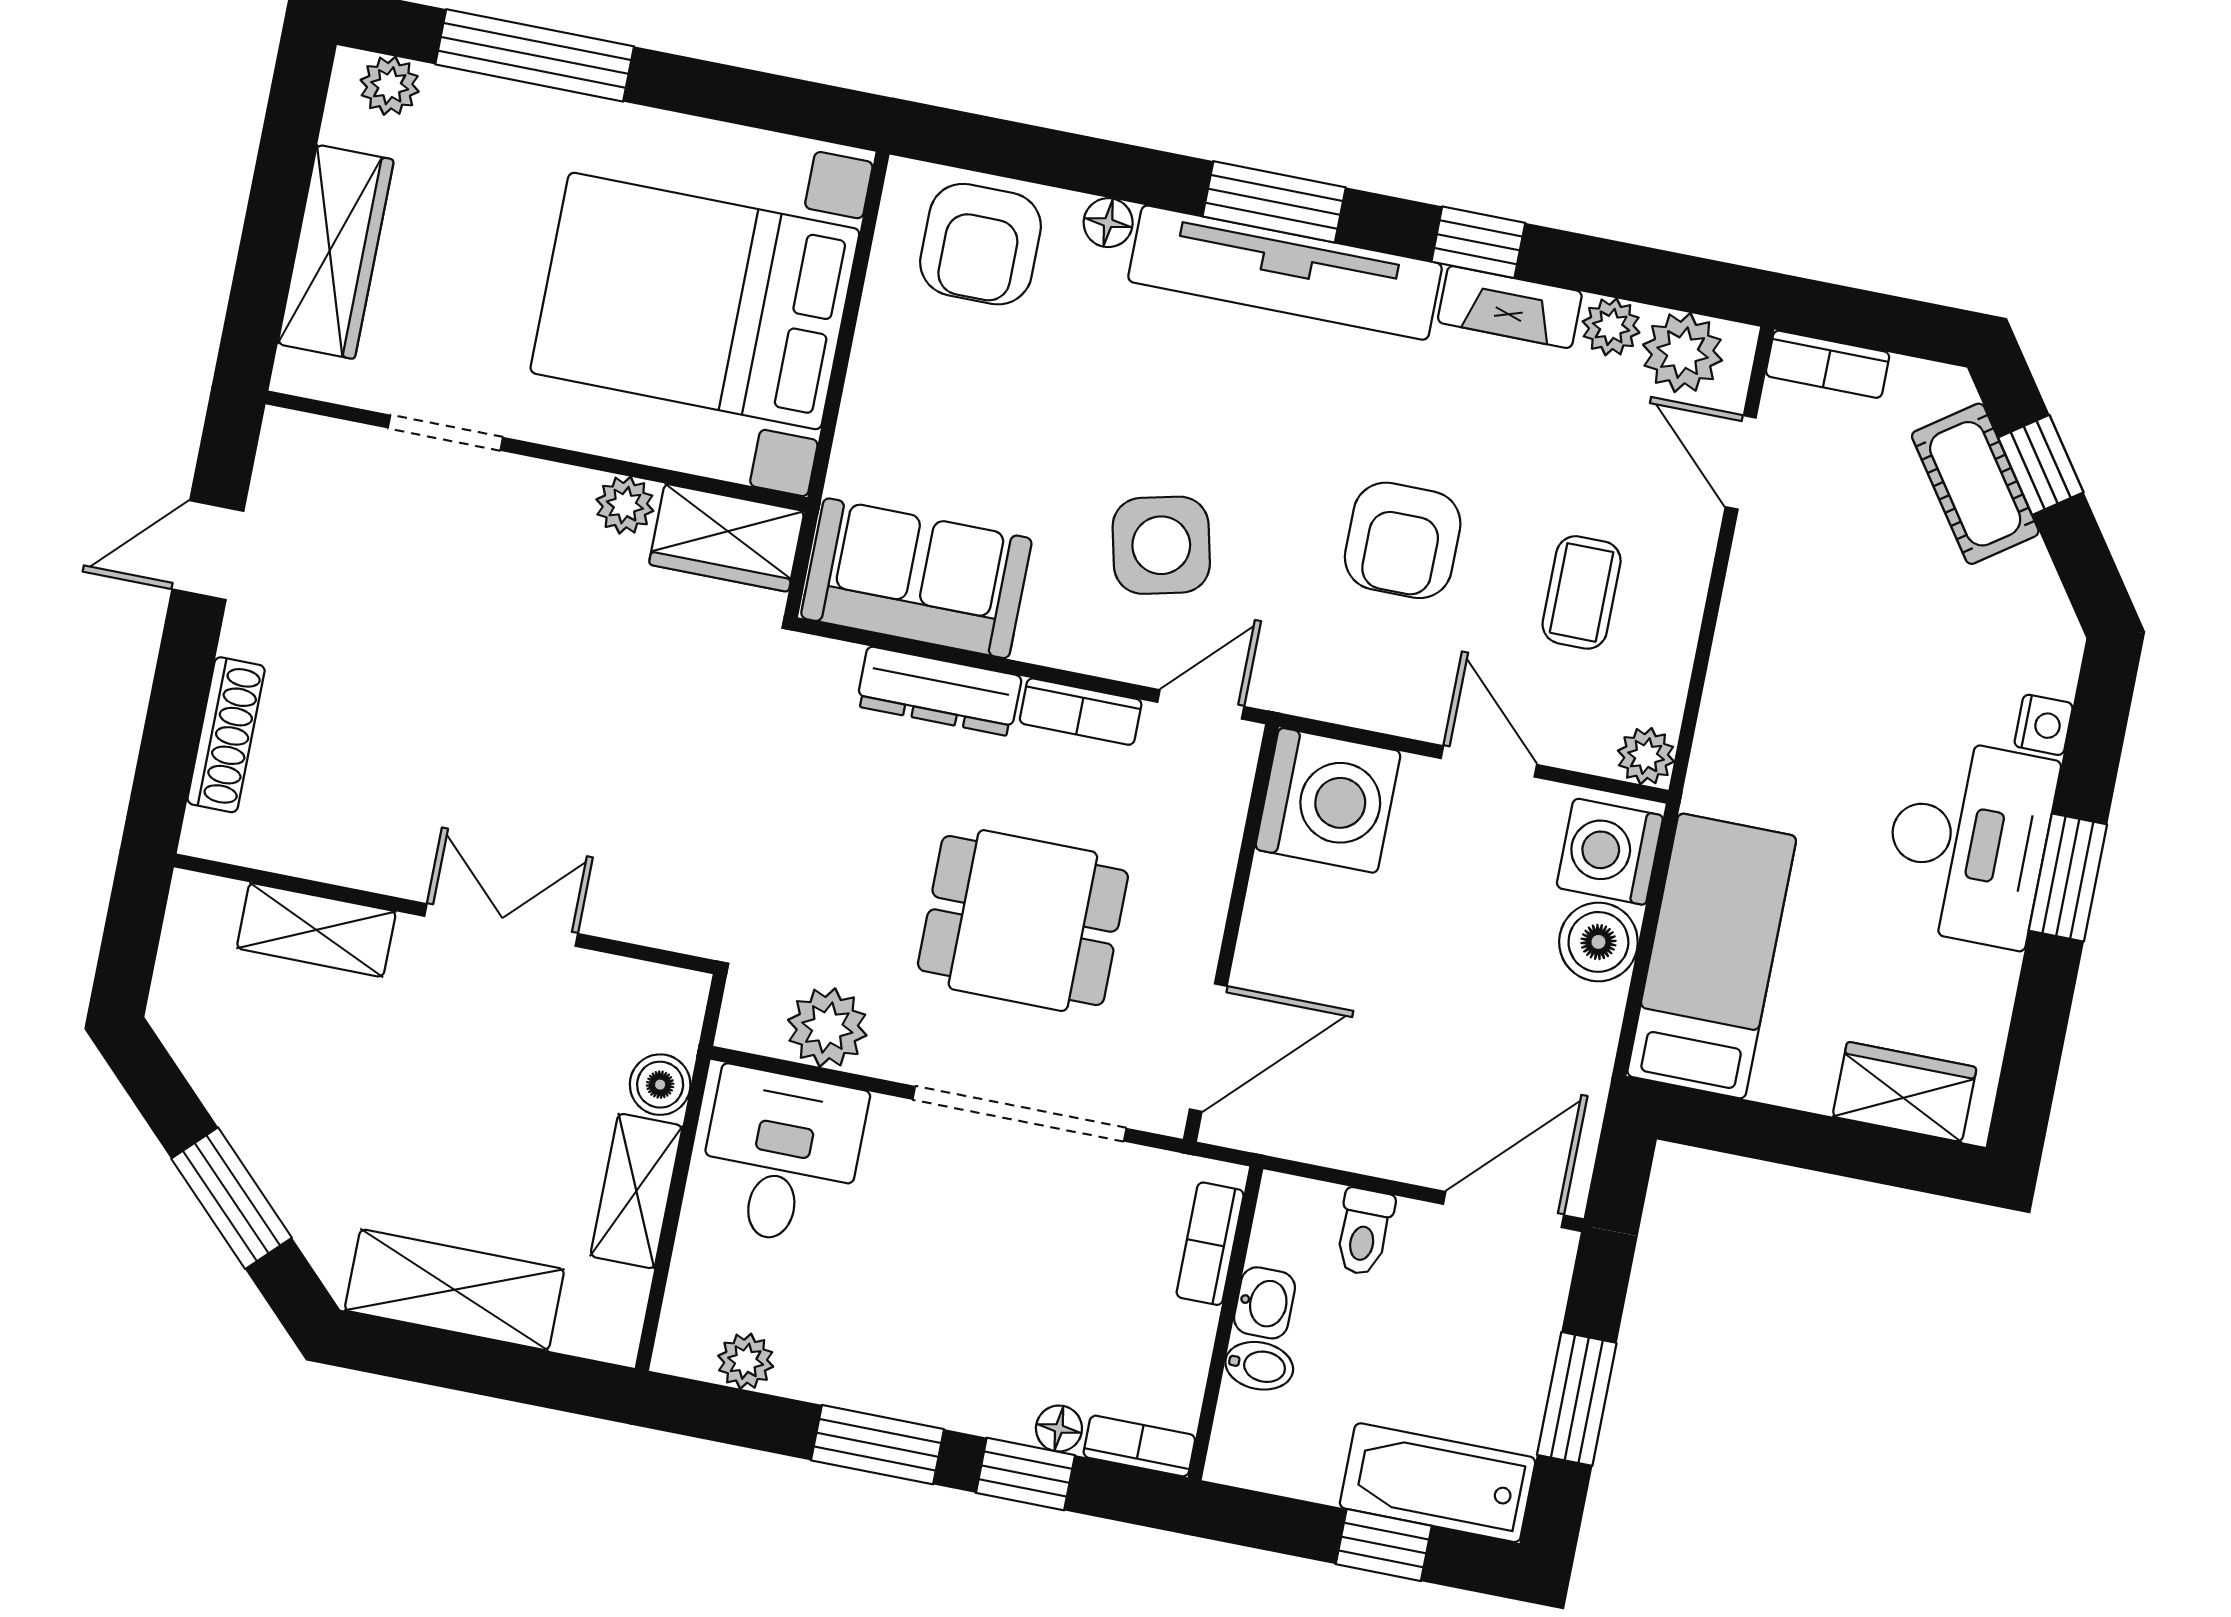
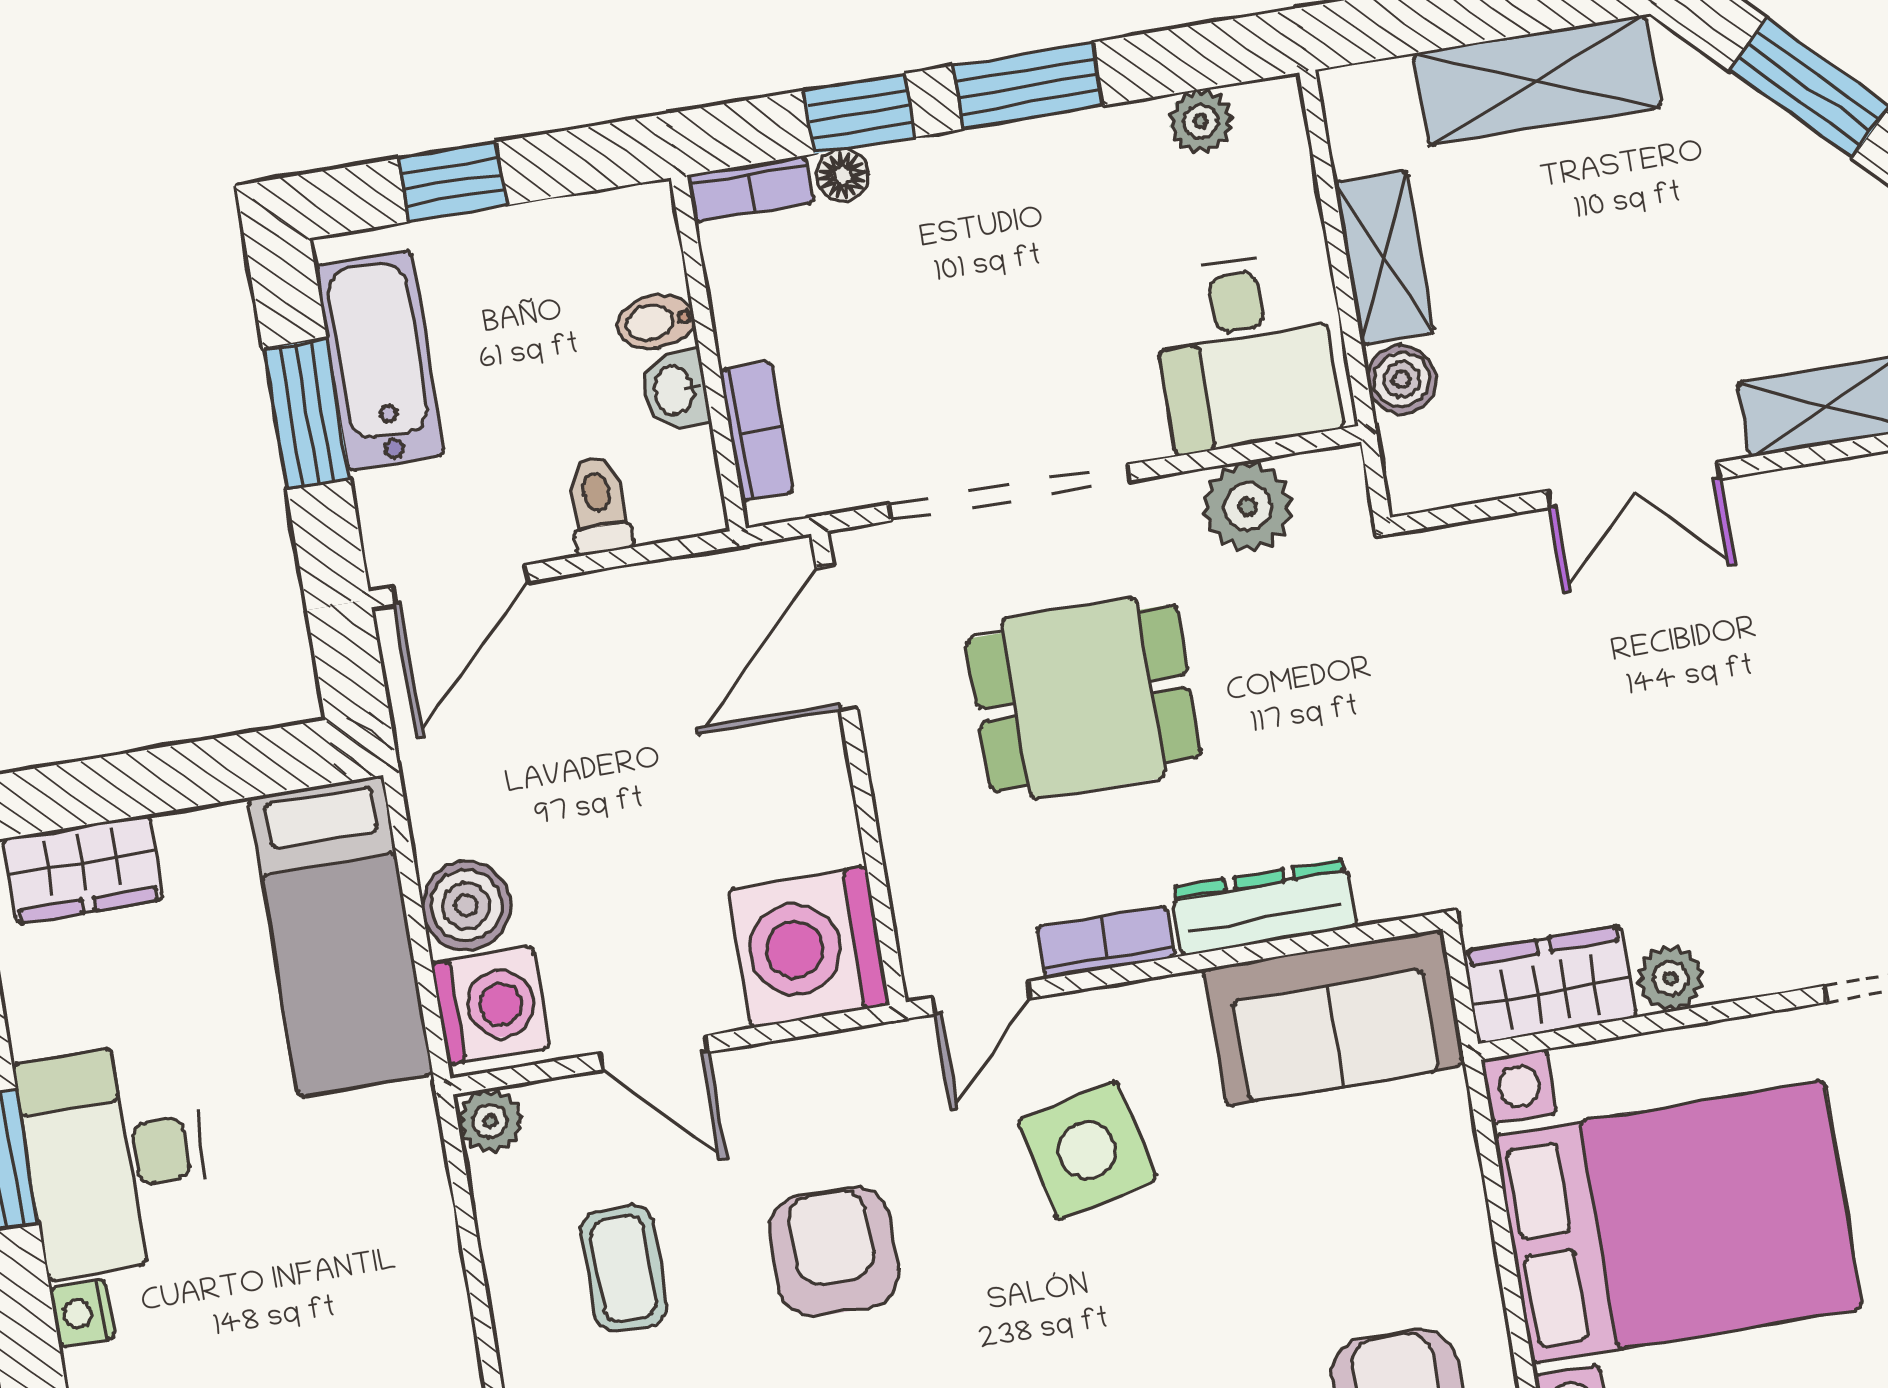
bathtub: (1438, 1483) -> (380, 360), moved, turned -90

